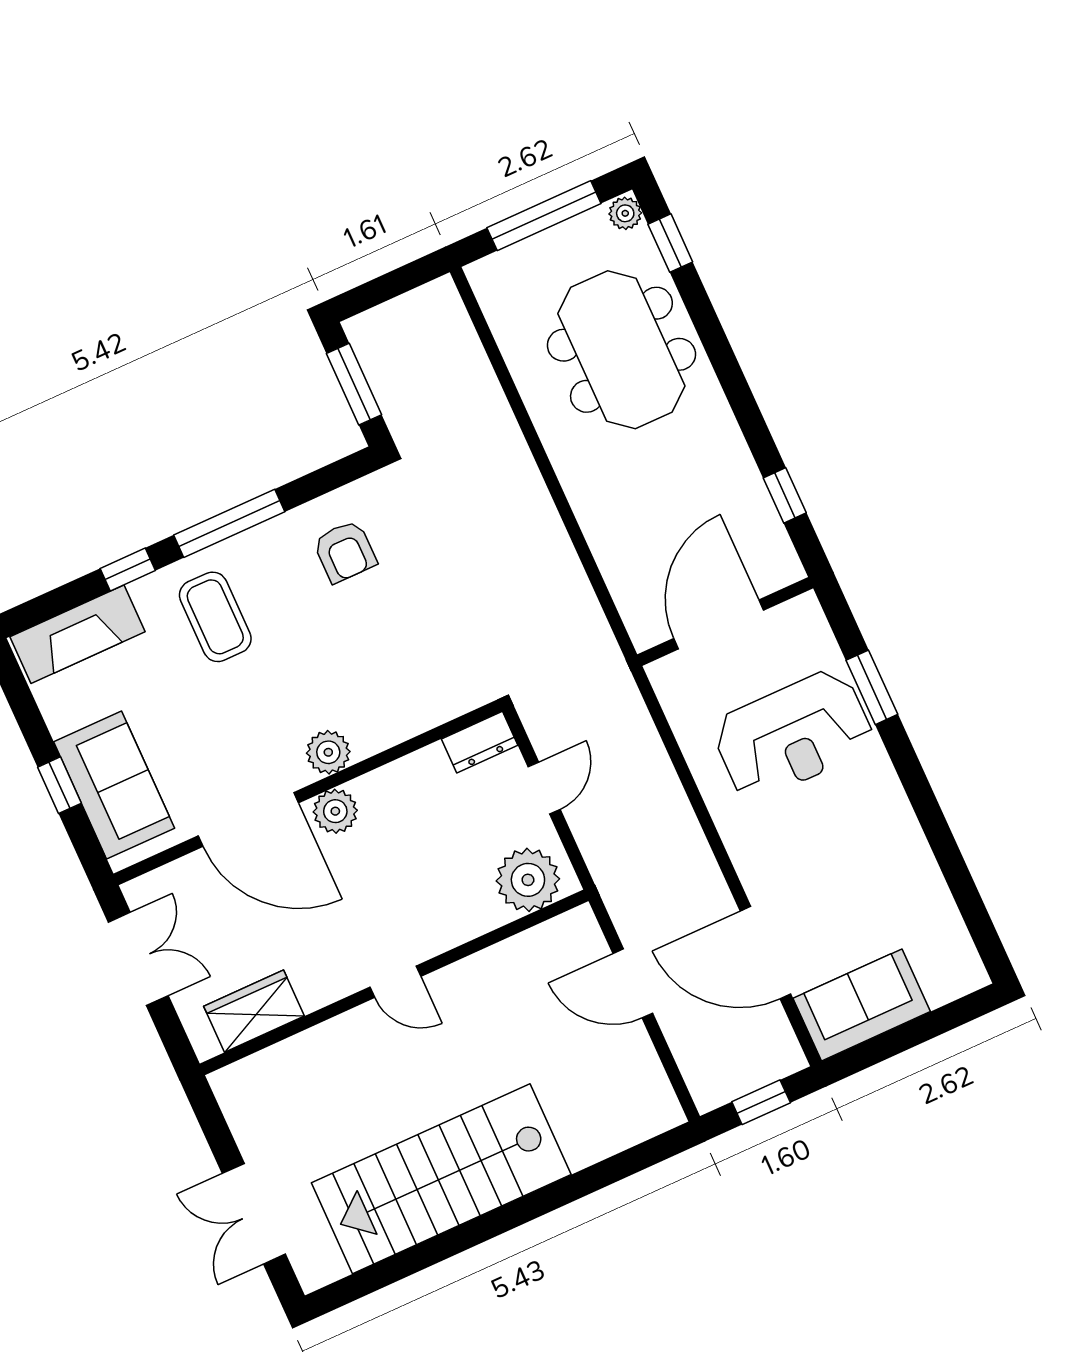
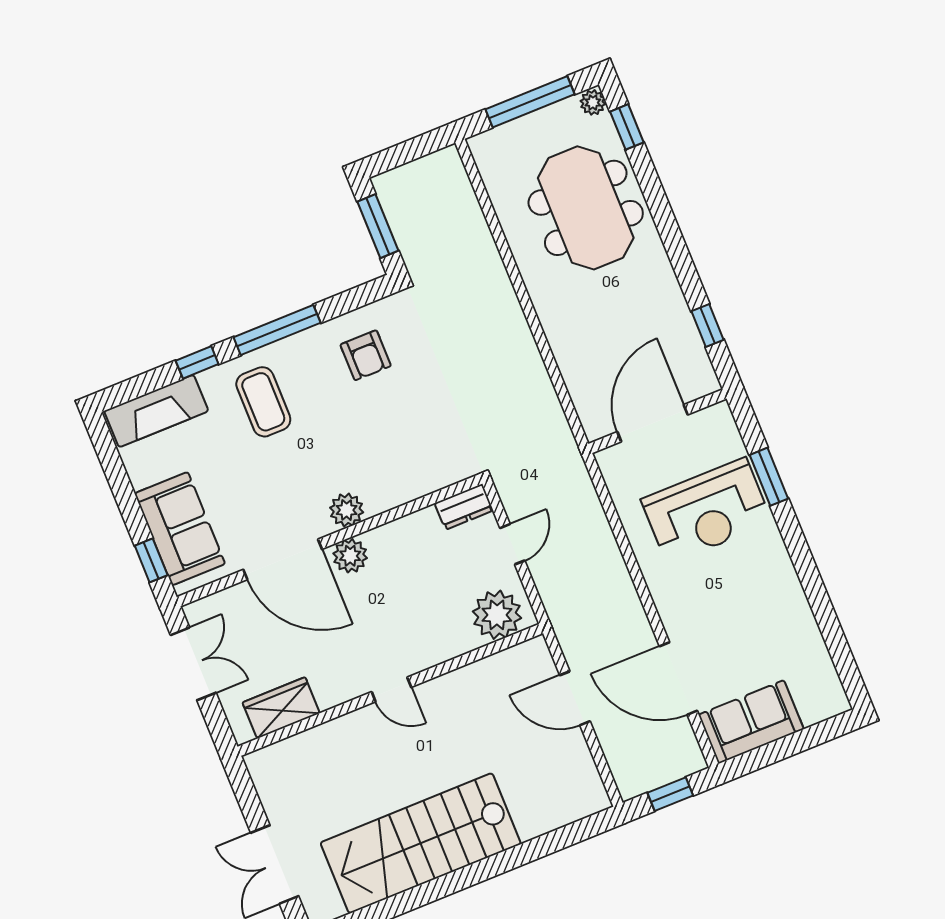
window: (59, 785) -> (151, 560), moved

